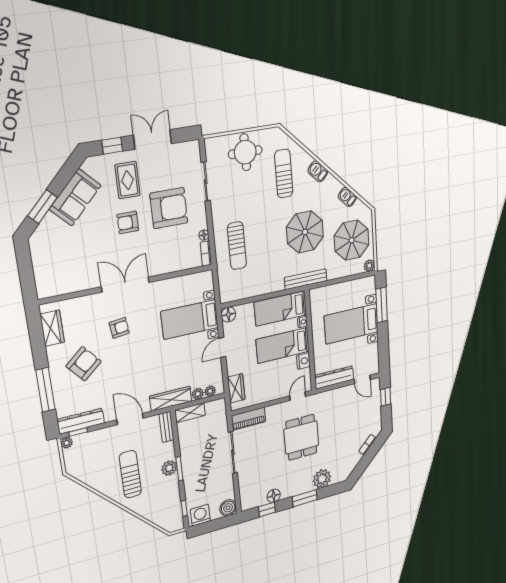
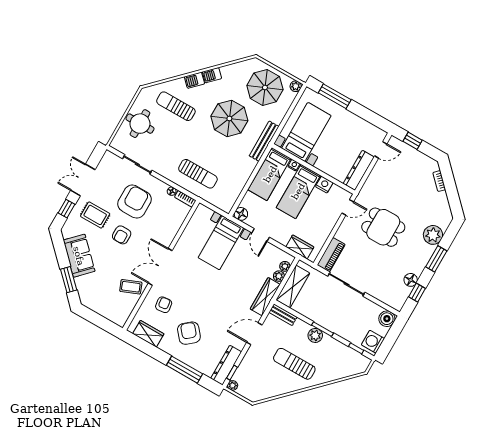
barbecue: (347, 197) -> (212, 75), moved
coffee table: (84, 273) -> (131, 287), added
bed with nightstands: (351, 324) -> (306, 132), moved, turned 180
armchair: (119, 328) -> (164, 305), moved
door: (298, 396) -> (348, 207), swing flipped
shelving: (190, 413) -> (293, 287), width x1.50, depth x1.33

